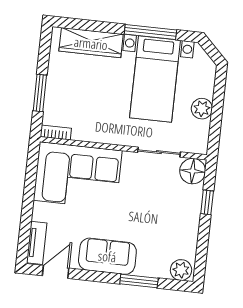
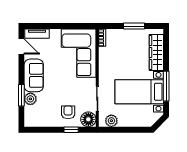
window: (40, 93) -> (134, 26), moved
plant: (202, 109) -> (111, 121), moved
armchair: (177, 204) -> (68, 112), added
plant: (181, 270) -> (30, 99), moved

